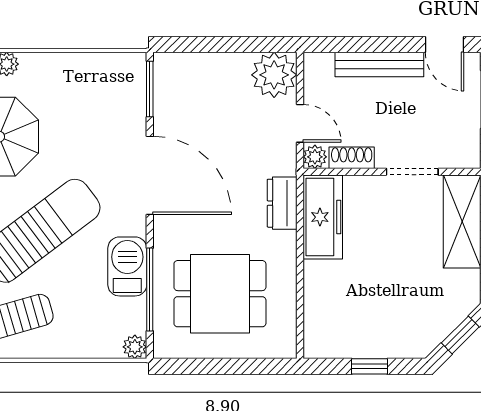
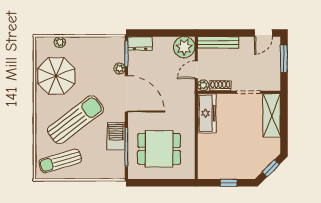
door: (445, 44) -> (263, 33), hinge flipped
bench: (379, 64) -> (218, 42), moved
door: (300, 123) -> (196, 70), swing flipped
dresser: (282, 203) -> (140, 43), moved, turned -90
plant: (135, 347) -> (119, 69), moved

